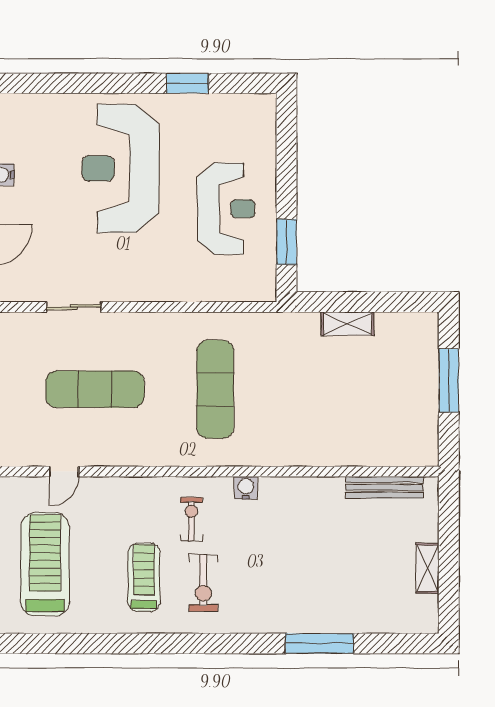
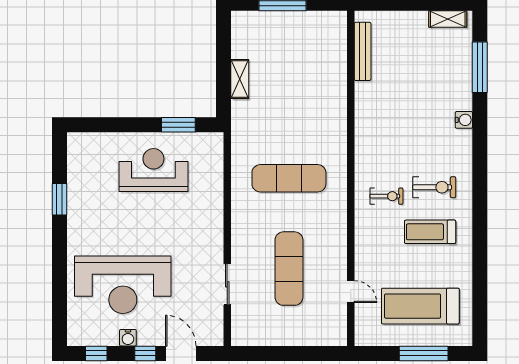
reception desk: (120, 168) -> (123, 285), moved
water cooler: (246, 488) -> (464, 120), moved, turned 180
exercise bike: (191, 519) -> (386, 196), turned 180
shelving: (428, 568) -> (448, 19), moved
window: (320, 644) -> (480, 67), moved

